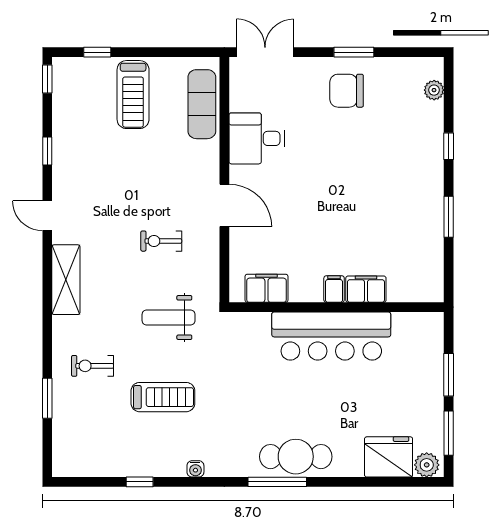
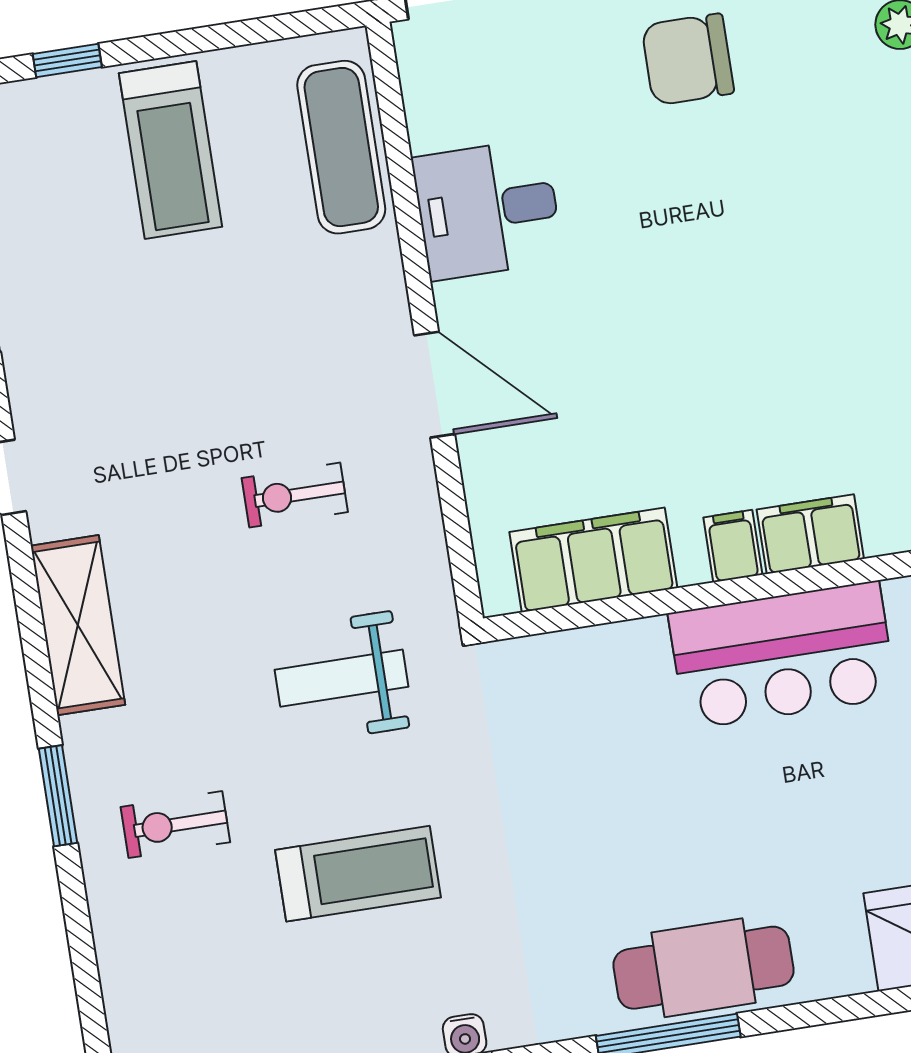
filing cabinet: (266, 288) -> (593, 560), width x1.50, depth x1.17
bar counter: (331, 336) -> (782, 655), width x0.73
window: (47, 398) -> (58, 796), moved

